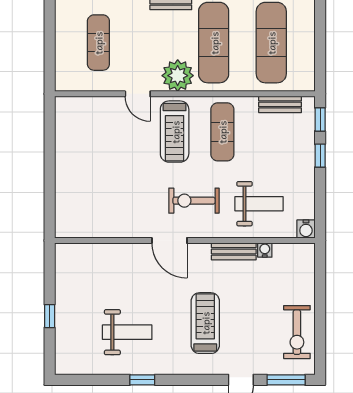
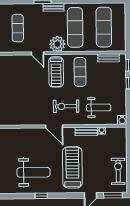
treadmill: (205, 323) -> (72, 167), width x1.37, depth x1.38
weight bench: (127, 332) -> (34, 172), width x1.36, depth x1.33
exercise bike: (297, 332) -> (118, 171), turned 180

